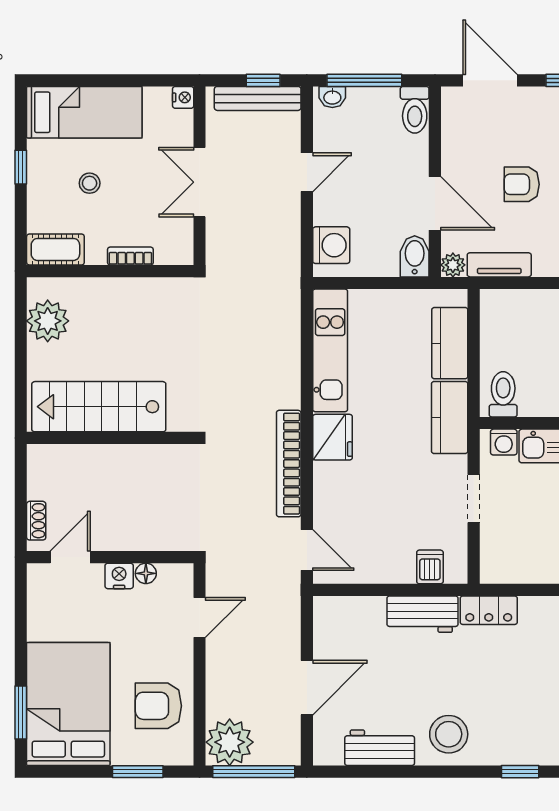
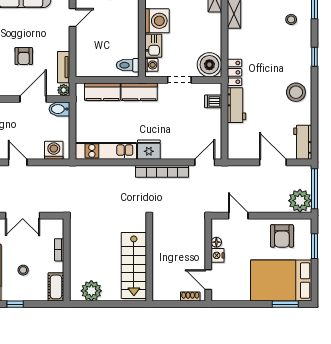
boiler: (504, 559) -> (209, 65), added
workbench: (380, 748) -> (303, 142), moved

